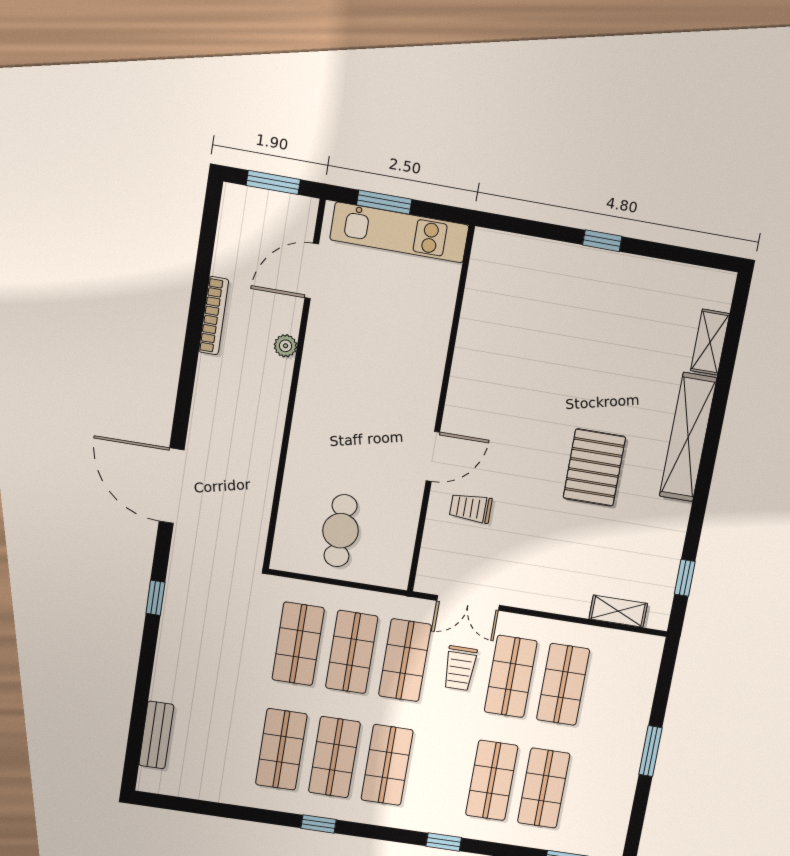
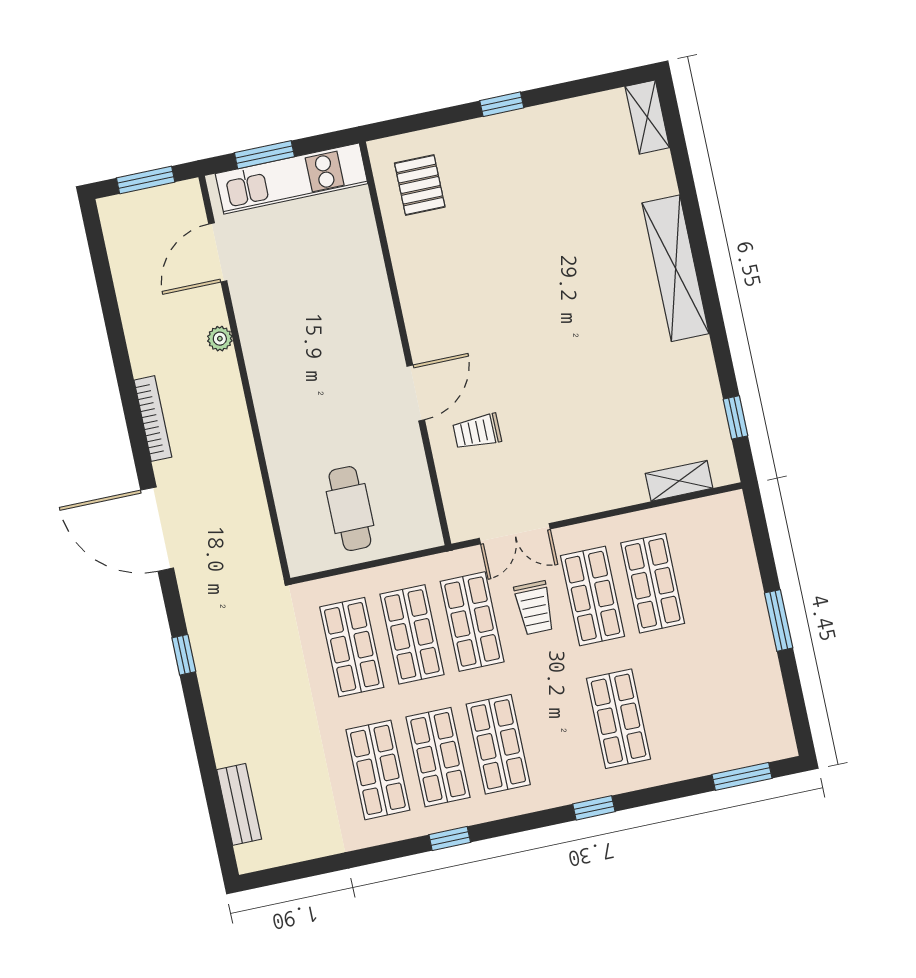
bookcase: (214, 316) -> (153, 419), moved
shelving: (710, 342) -> (647, 117), moved
pallet: (594, 467) -> (420, 185), moved, width x0.67, depth x0.71
shop shelf: (544, 788) -> (679, 706), removed

